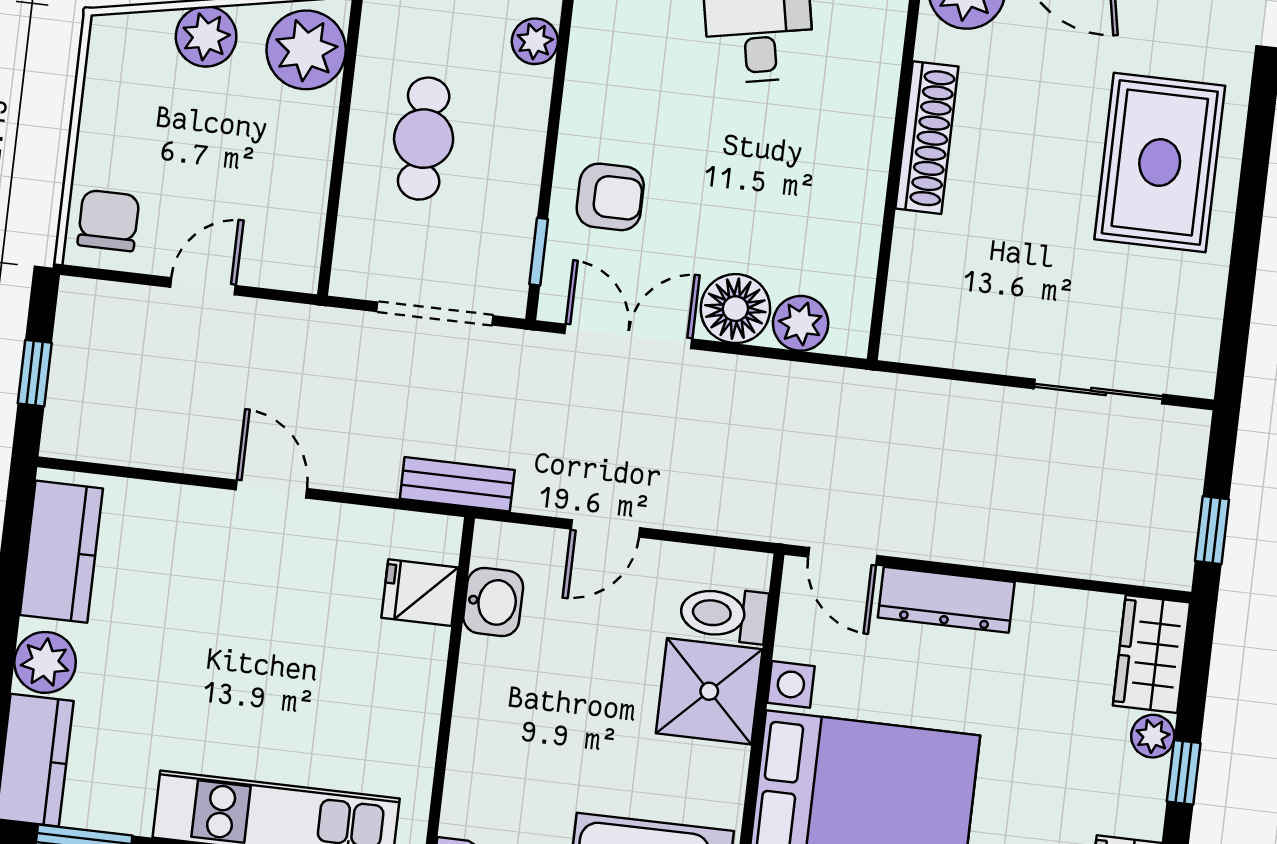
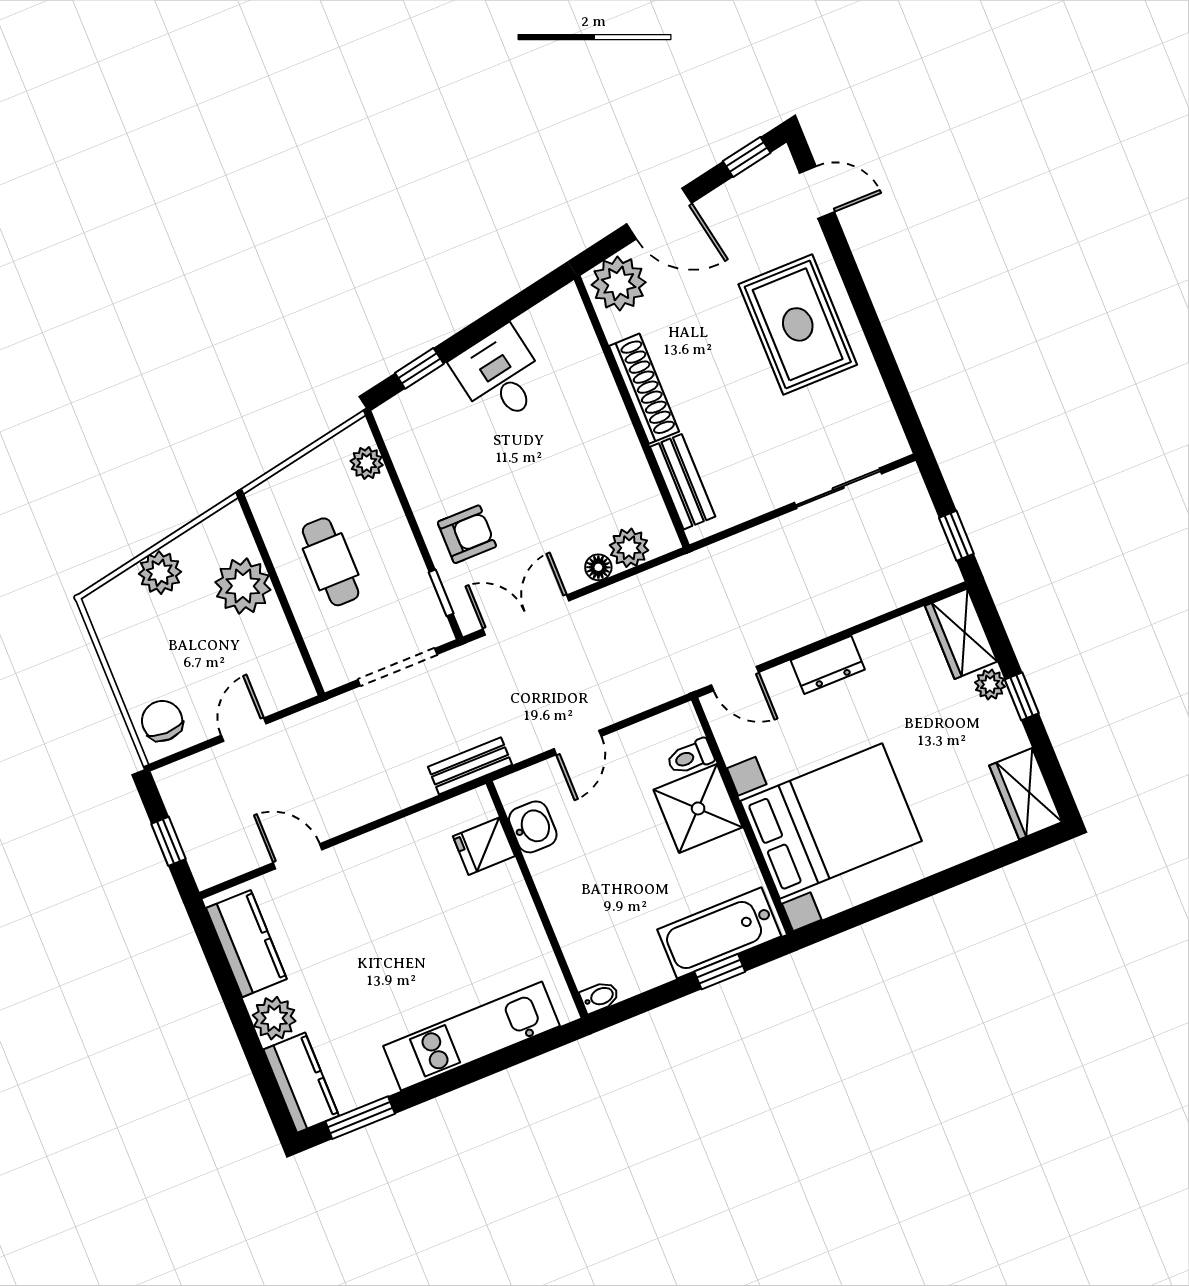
plant: (306, 50) -> (243, 586), moved
bench: (911, 278) -> (683, 482), added
floor lamp: (735, 309) -> (598, 567), width x0.53, depth x0.53
door: (271, 489) -> (298, 856), moved
dresser: (946, 600) -> (828, 665), width x0.70
toilet: (724, 614) -> (690, 757), width x0.73, depth x0.72

